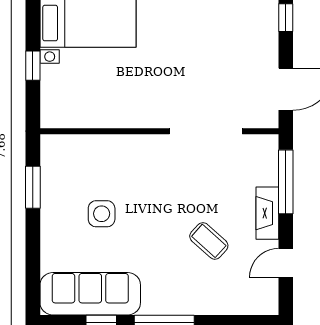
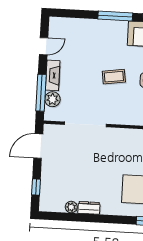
plant: (265, 172) -> (52, 99), added
coffee table: (209, 241) -> (114, 77), moved, turned -50

